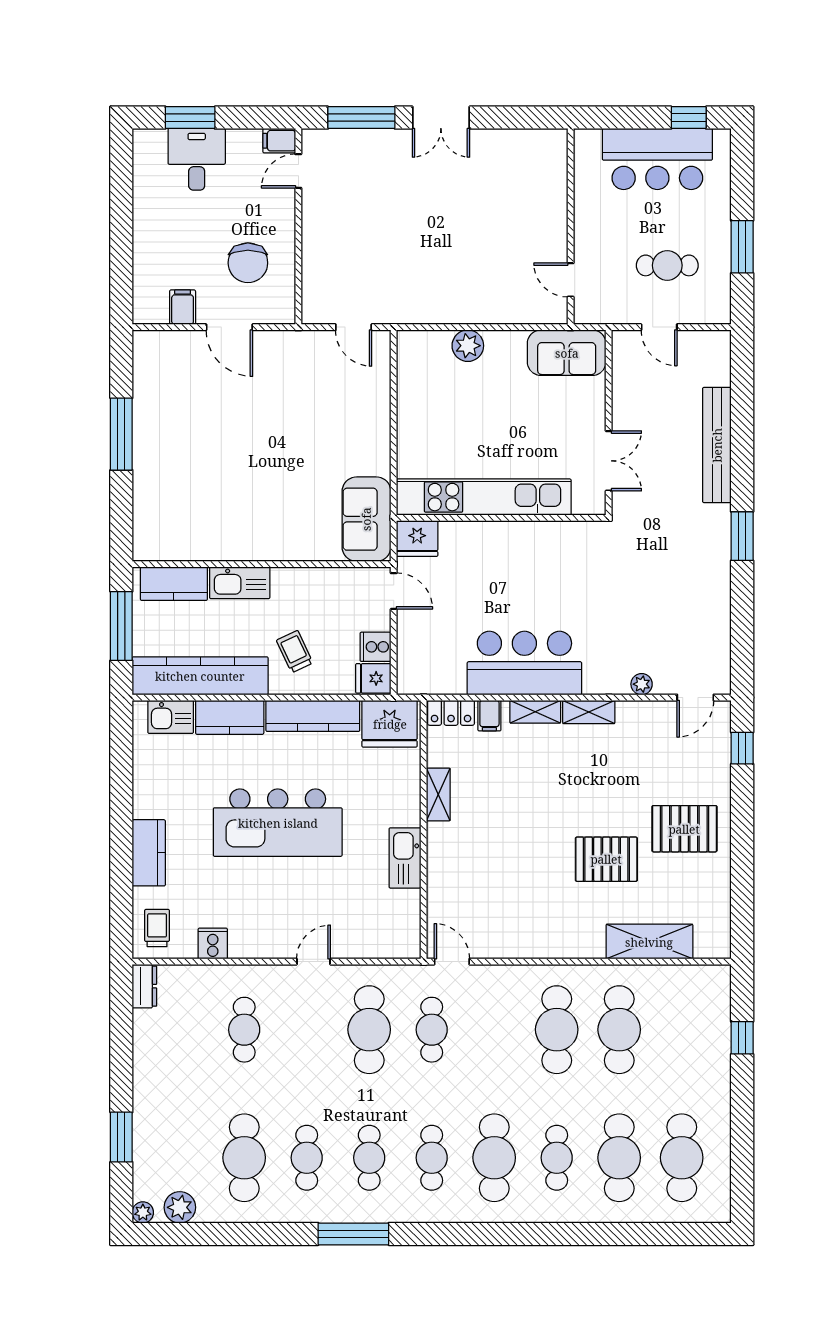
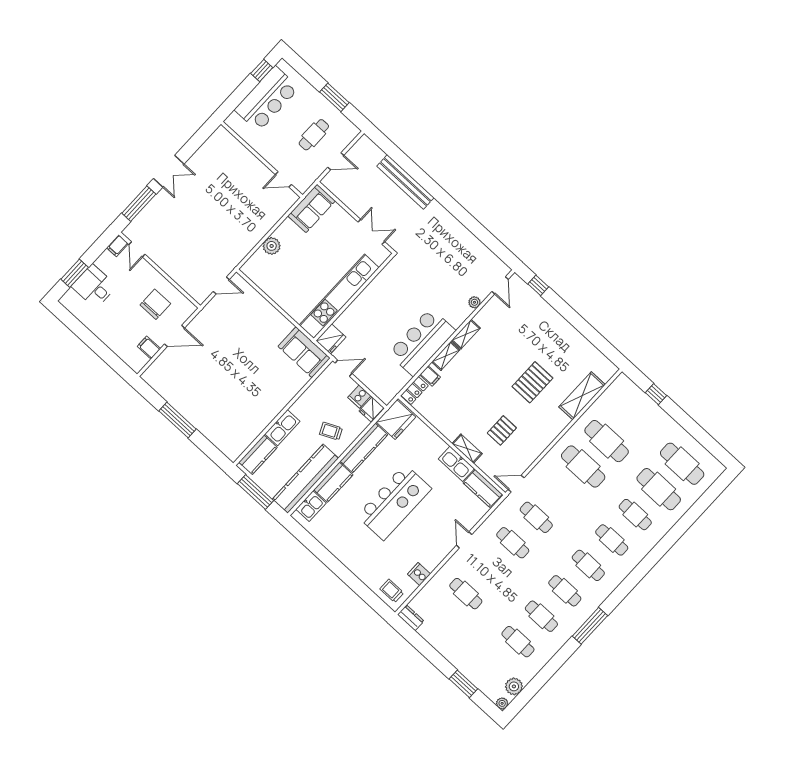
chair: (248, 263) -> (155, 304), turned -90
window: (742, 536) -> (452, 206), removed
shelving: (438, 794) -> (467, 449), moved
pallet: (684, 829) -> (502, 430), moved, width x0.67, depth x0.71
kitchen counter: (149, 853) -> (483, 489), moved, turned 180
cafe table: (369, 1030) -> (513, 543), width x0.73, depth x0.74
cafe table: (244, 1158) -> (518, 642), width x0.73, depth x0.74
cafe table: (494, 1158) -> (612, 540), width x0.73, depth x0.74

